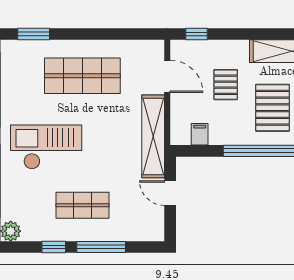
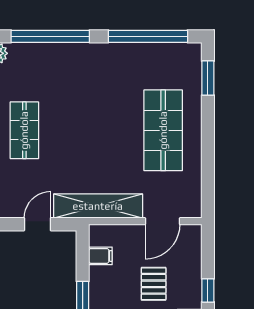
window: (196, 34) -> (208, 290), moved
pallet: (226, 85) -> (154, 284), turned 90
checkout: (46, 147) -> (87, 91), removed

